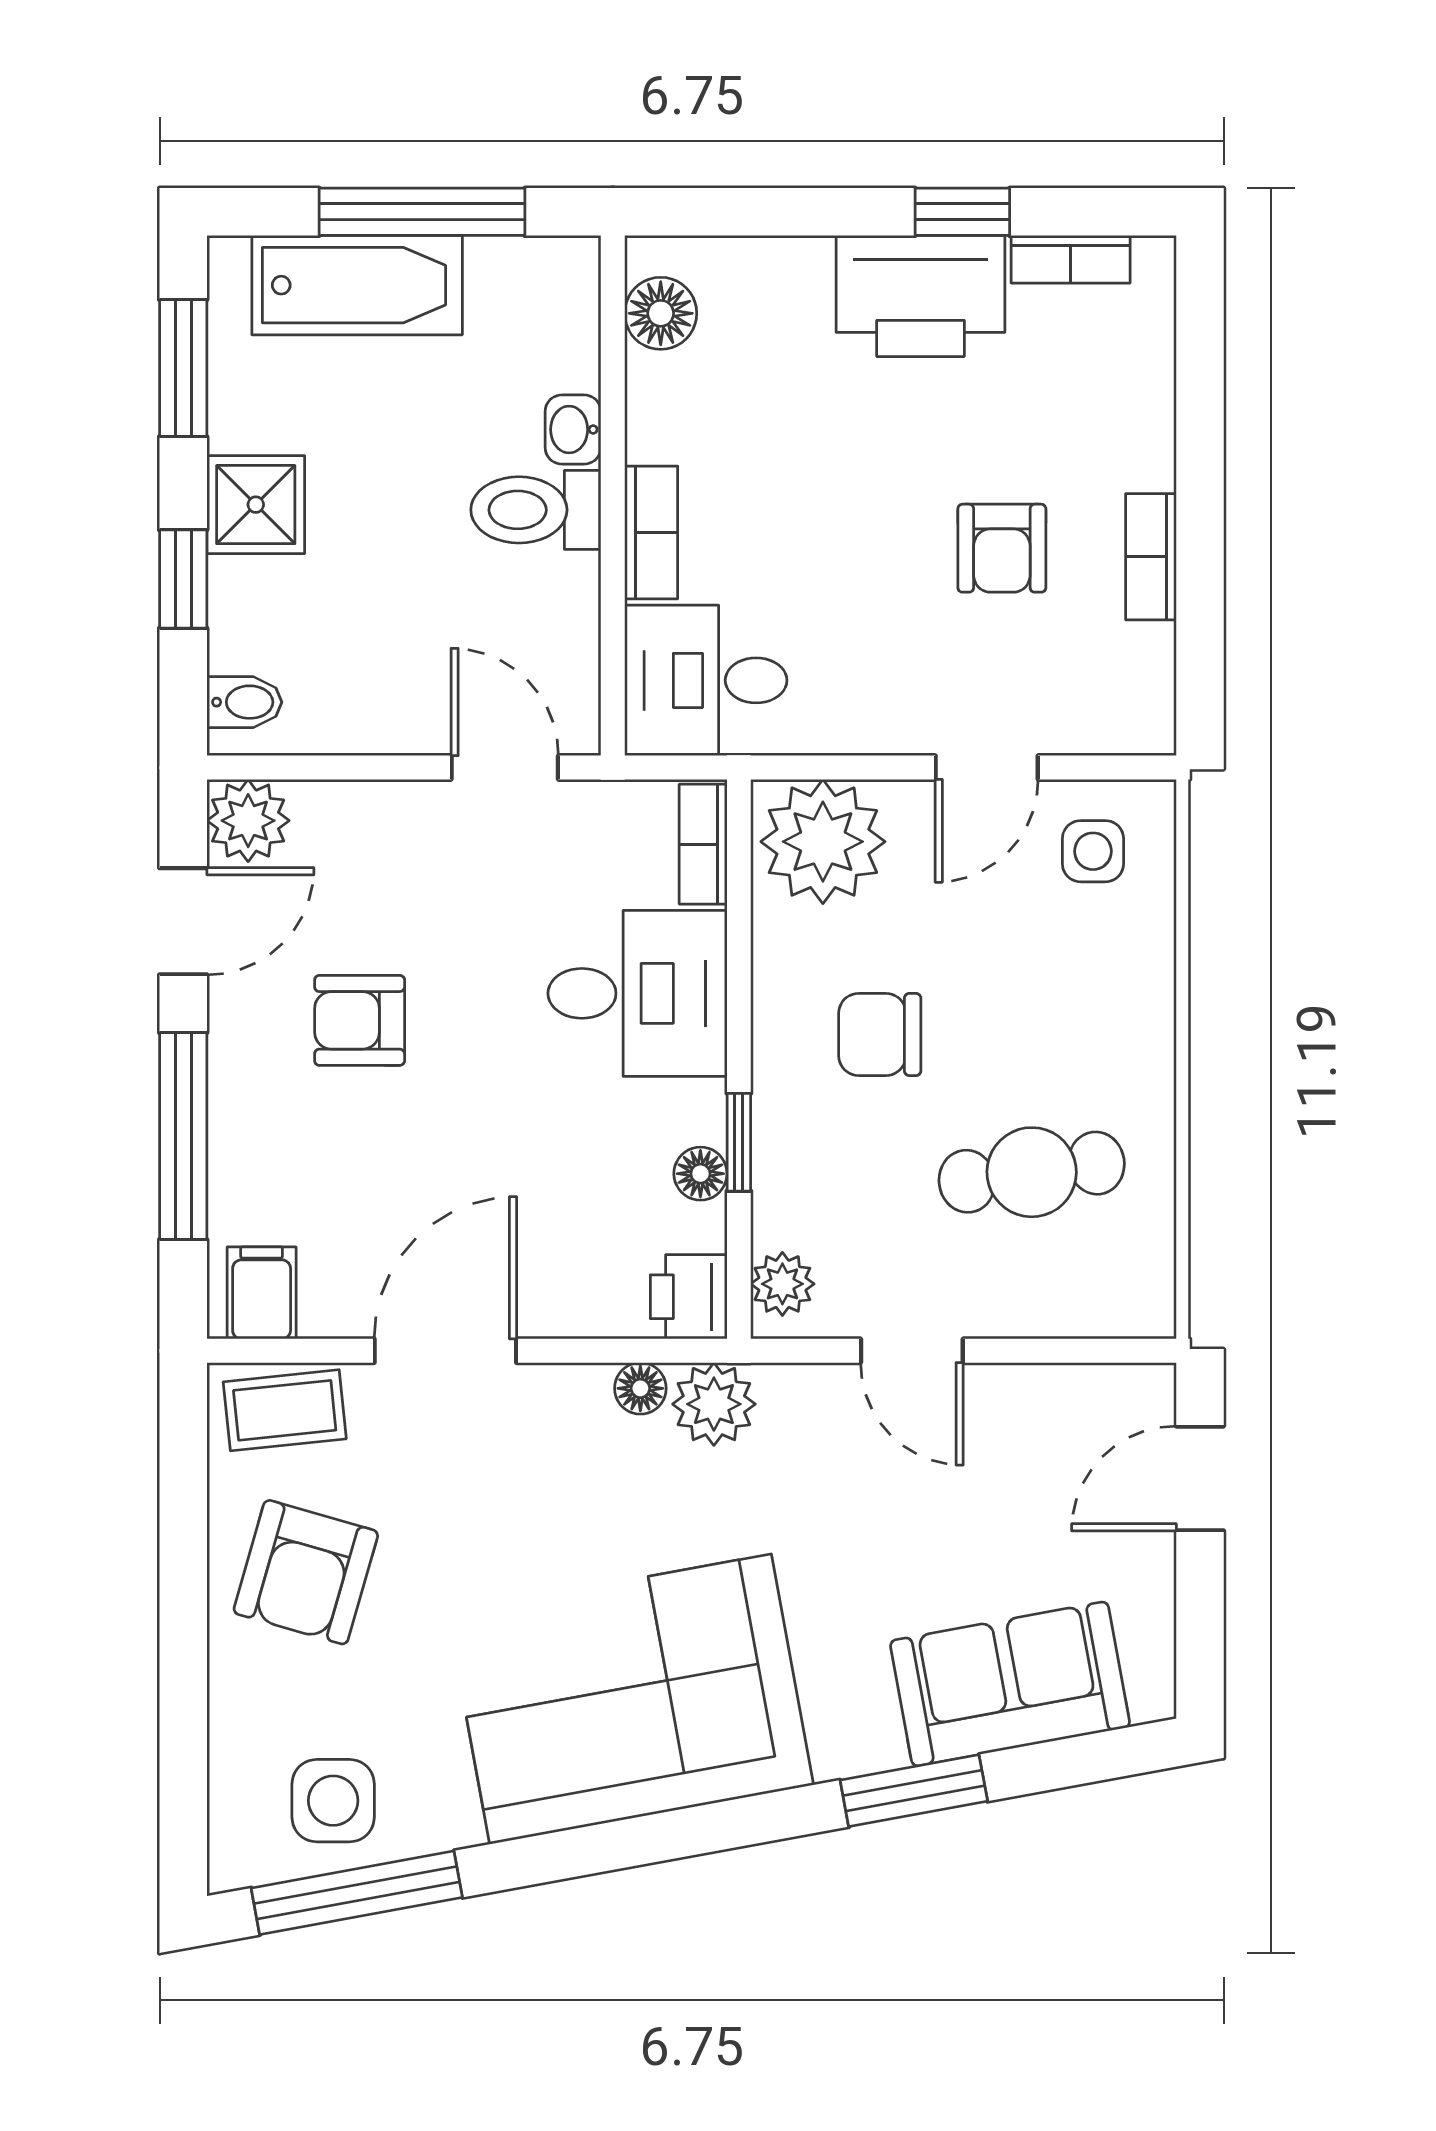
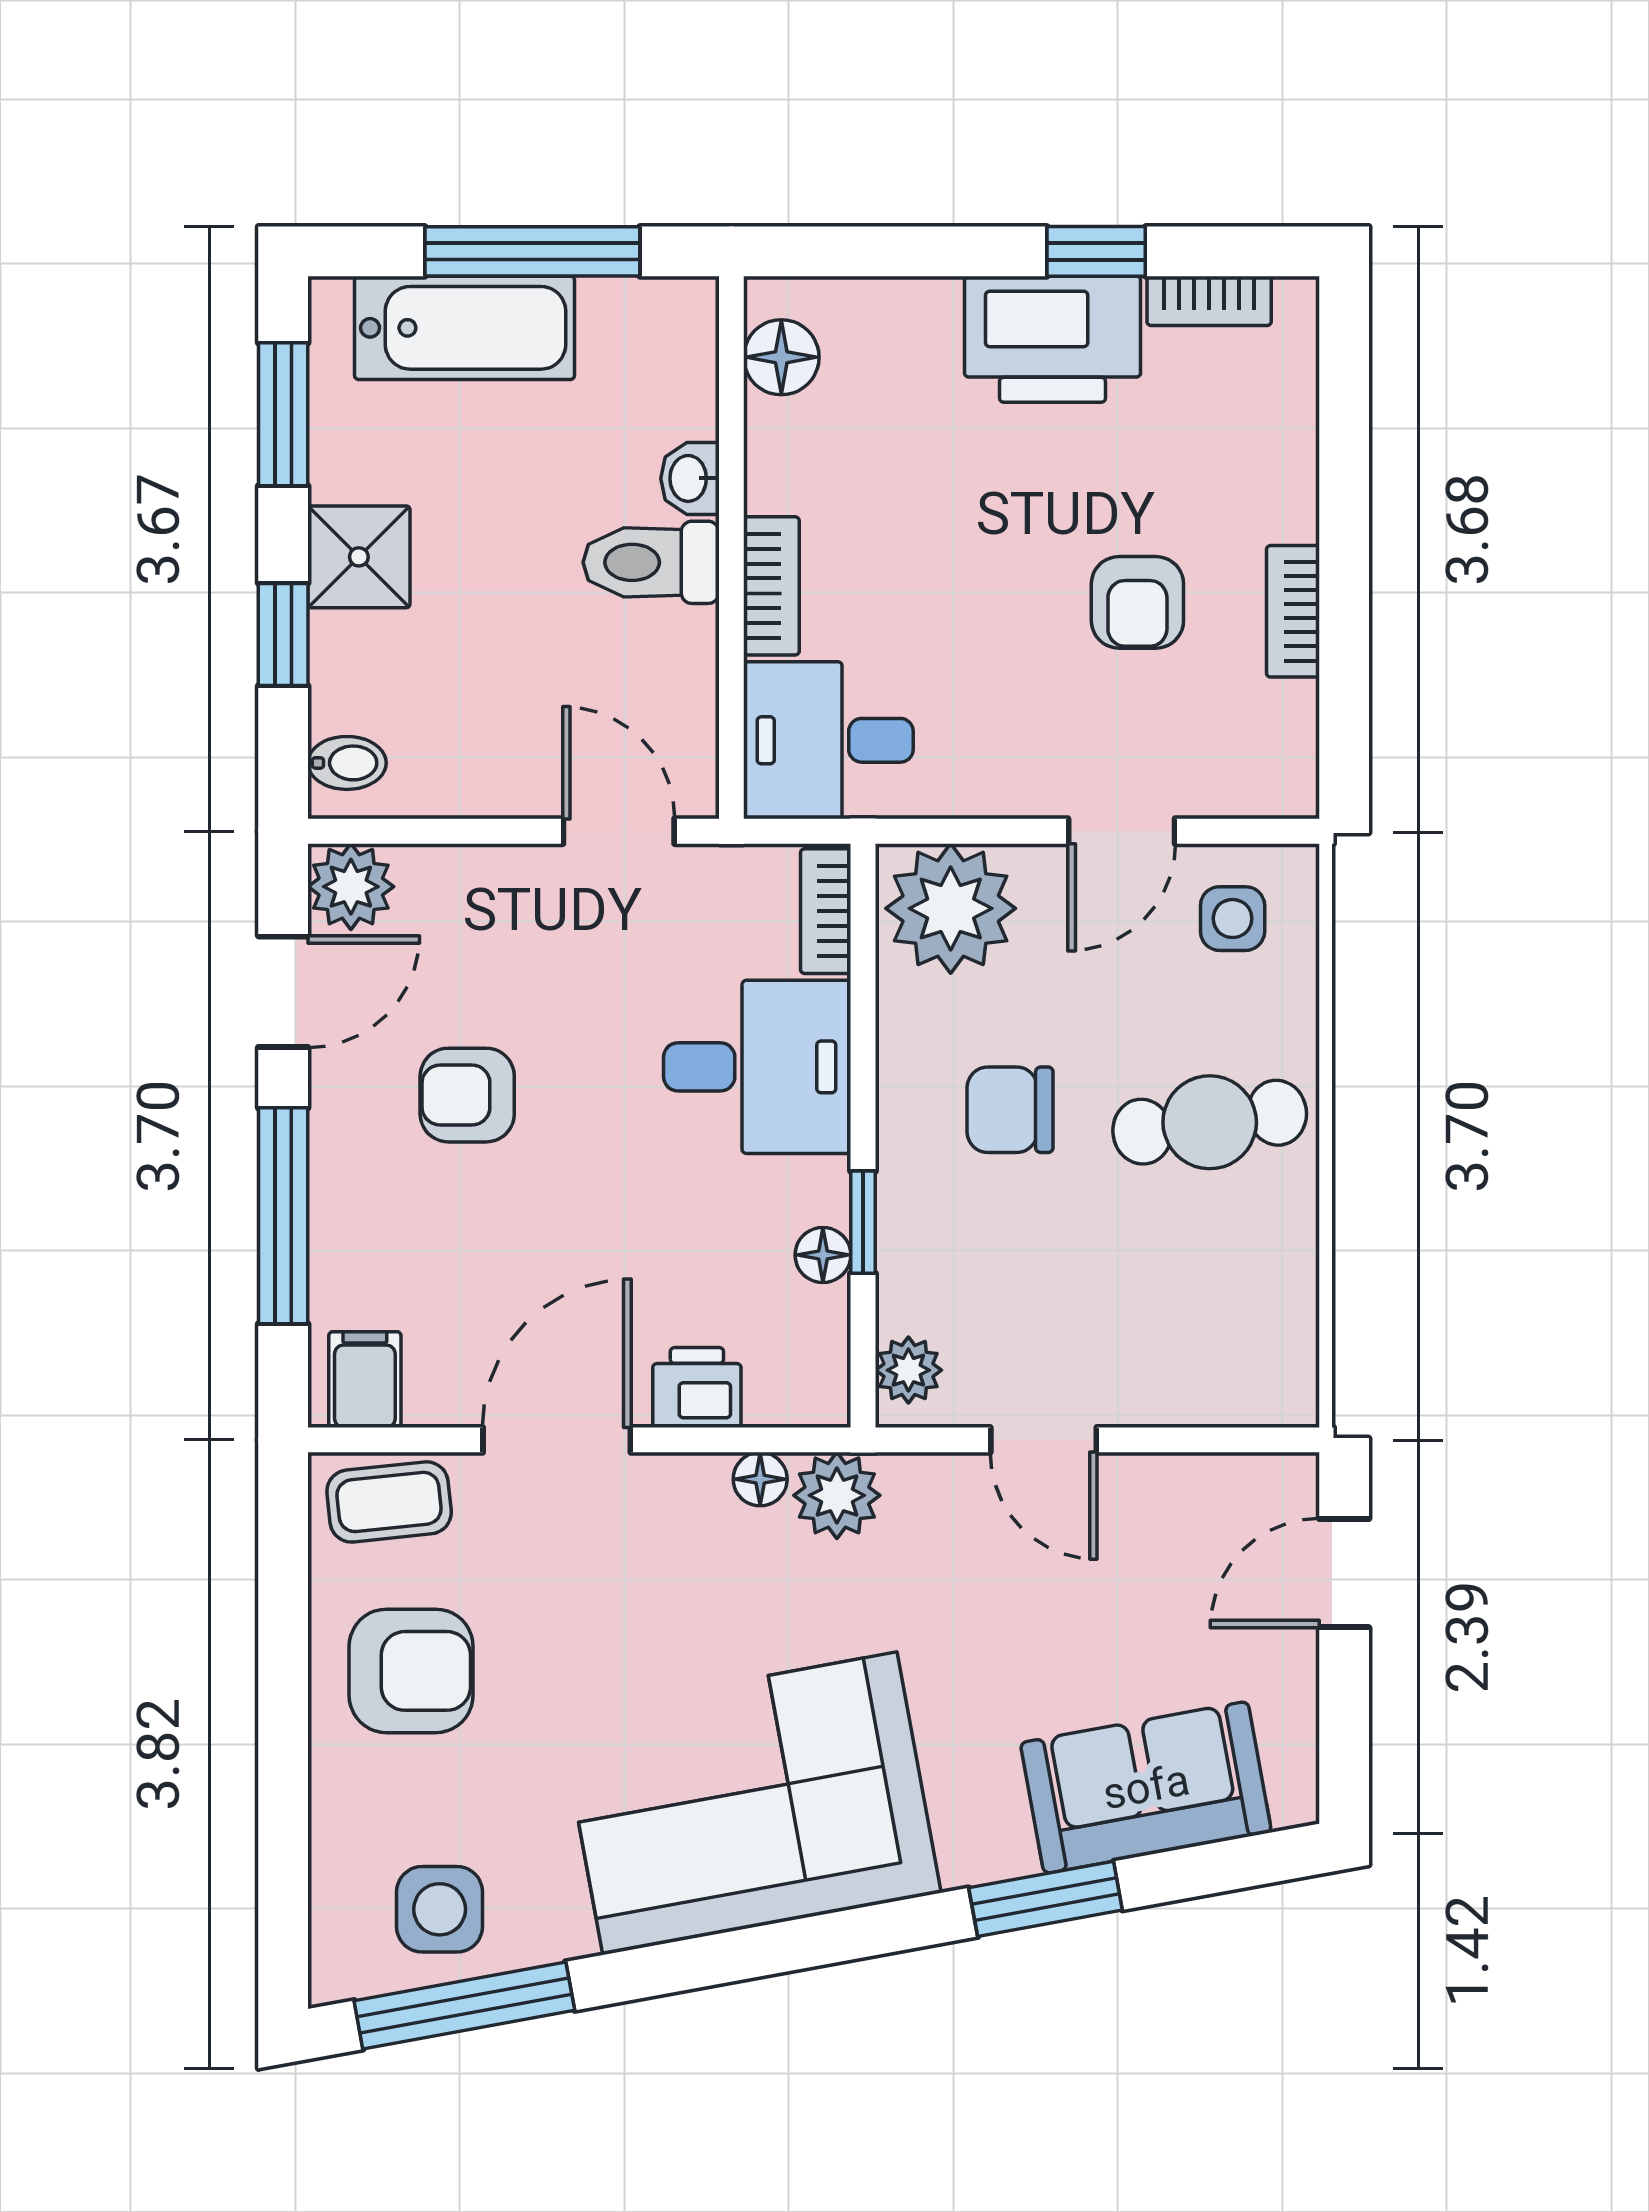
cafe table: (1032, 1172) -> (1210, 1122), moved
printer: (689, 1297) -> (697, 1387), moved, turned 90
armchair: (306, 1572) -> (411, 1671), turned -106

